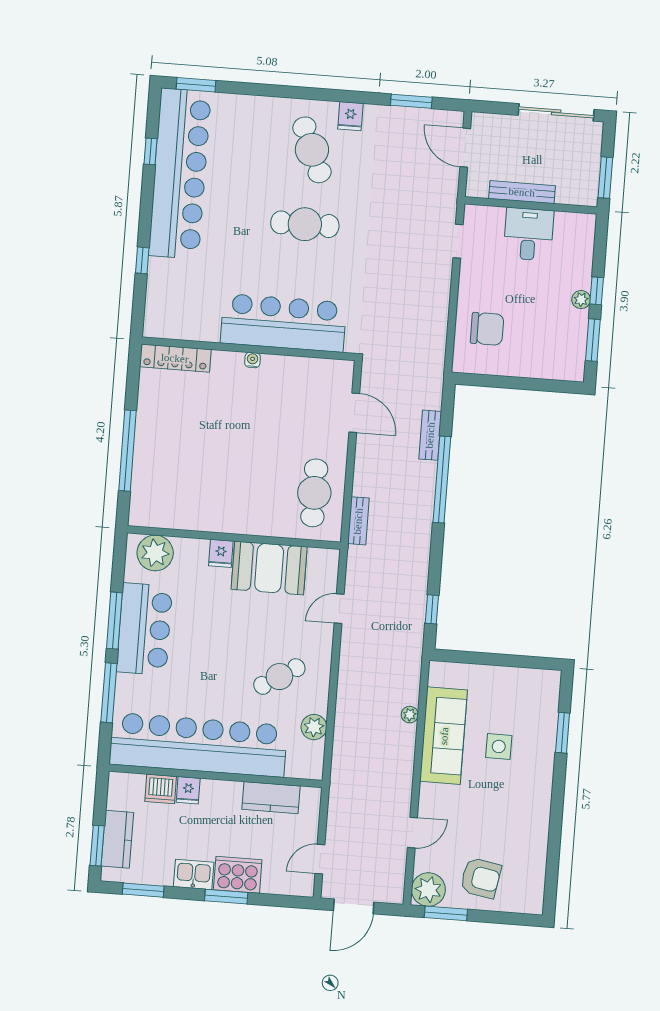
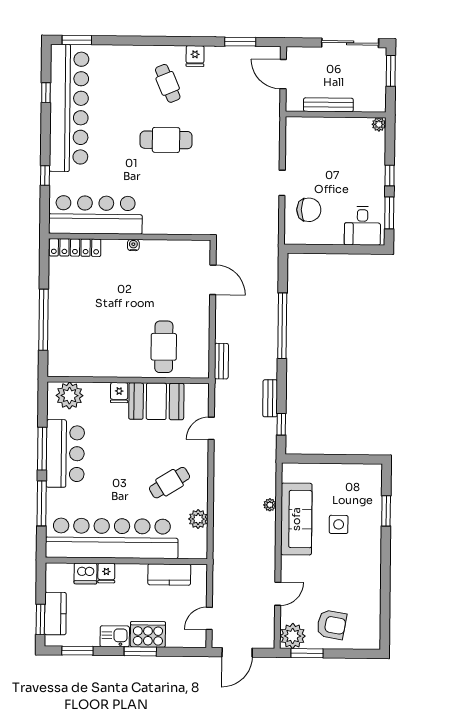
cafe table: (312, 150) -> (168, 83), width x0.73, depth x0.74
window: (605, 178) -> (391, 71), moved
desk: (529, 234) -> (362, 226), moved, turned 180
doorway: (458, 241) -> (282, 183), moved
plant: (581, 300) -> (379, 124), moved
bar counter: (283, 323) -> (96, 215), moved
bench: (430, 435) -> (270, 398), moved
cafe table: (314, 493) -> (164, 347), moved

